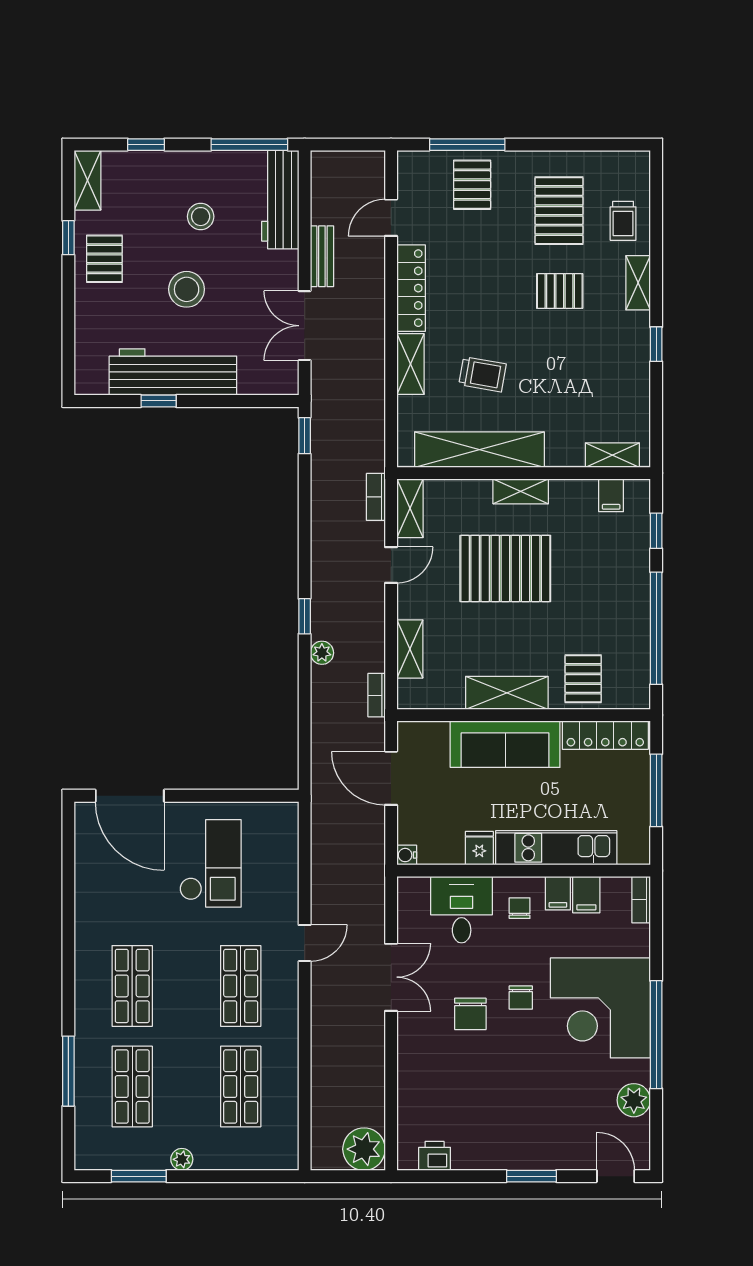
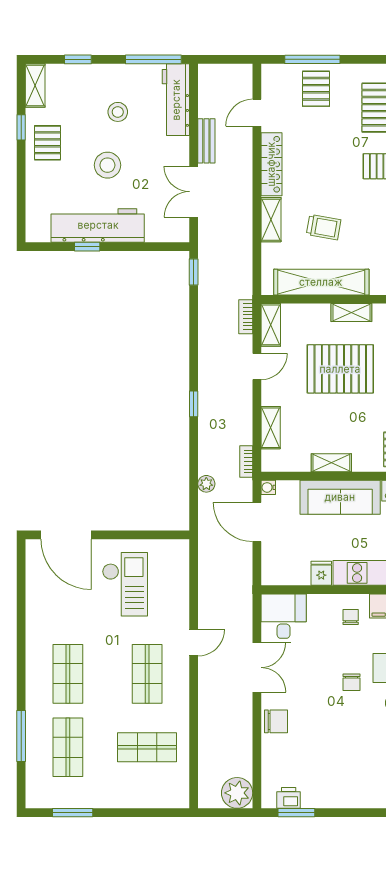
plant: (322, 653) -> (206, 484), moved
shelving: (507, 693) -> (331, 463), width x0.67, depth x0.75
water cooler: (407, 855) -> (268, 487), moved
desk: (462, 910) -> (284, 618), moved
chair: (470, 1014) -> (276, 721), moved, turned -90
shop shelf: (241, 1087) -> (147, 747), turned 90
plant: (182, 1159) -> (104, 800), removed
window: (531, 1176) -> (296, 813), moved

